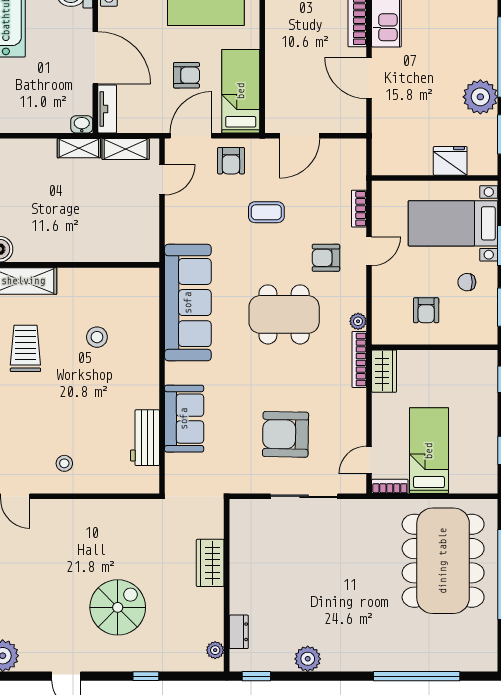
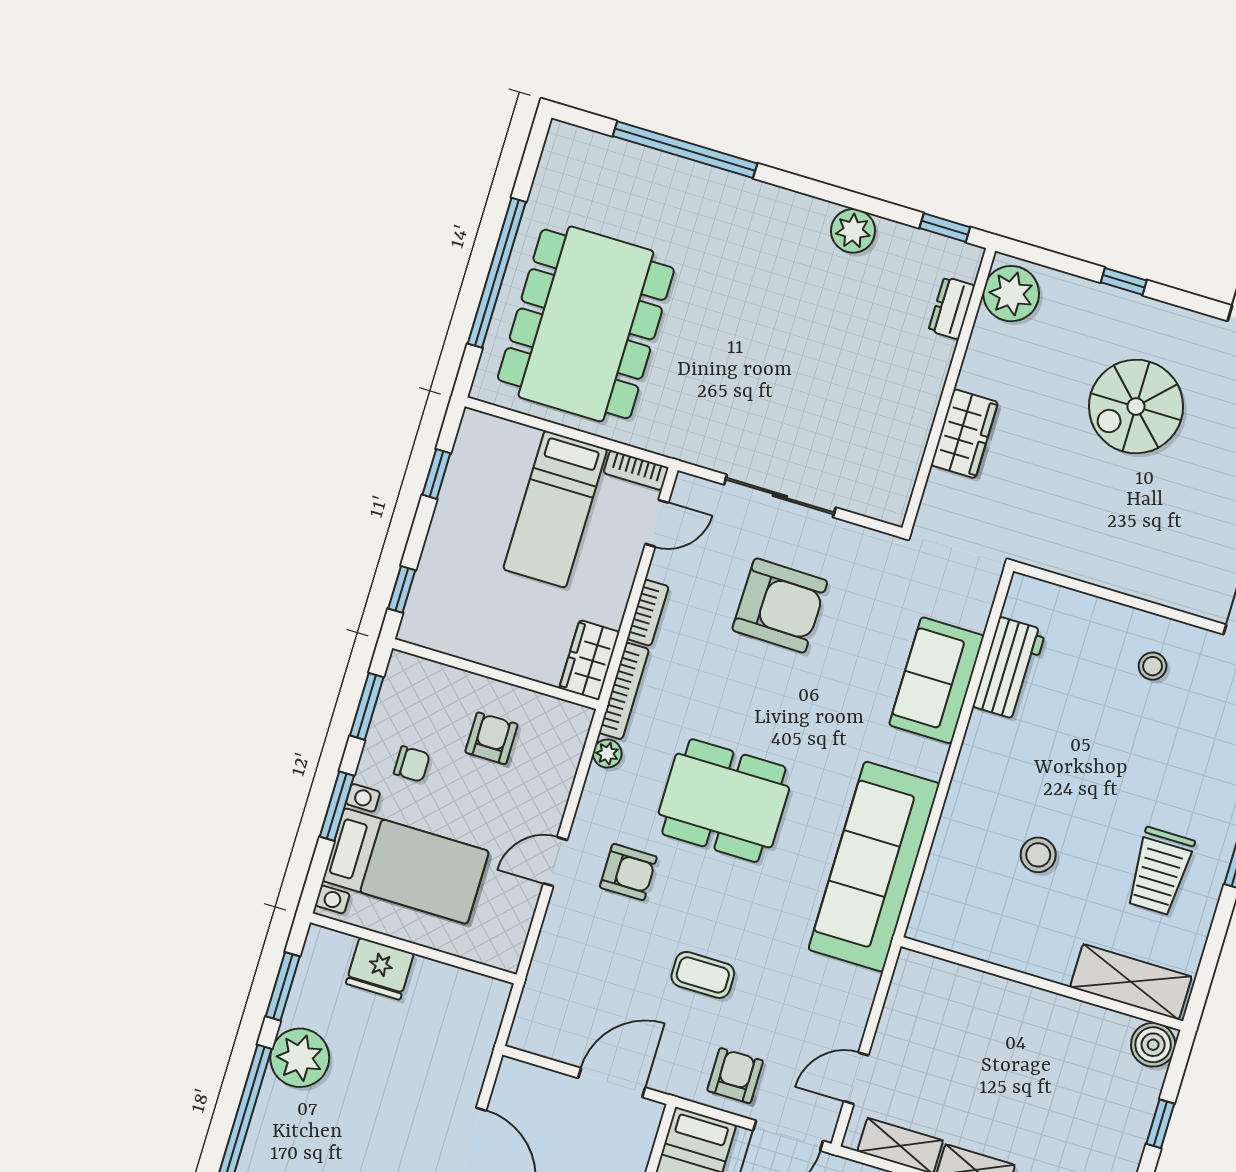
bookcase: (359, 209) -> (648, 613), moved
plant: (215, 650) -> (1011, 294), width x1.87, depth x1.87

